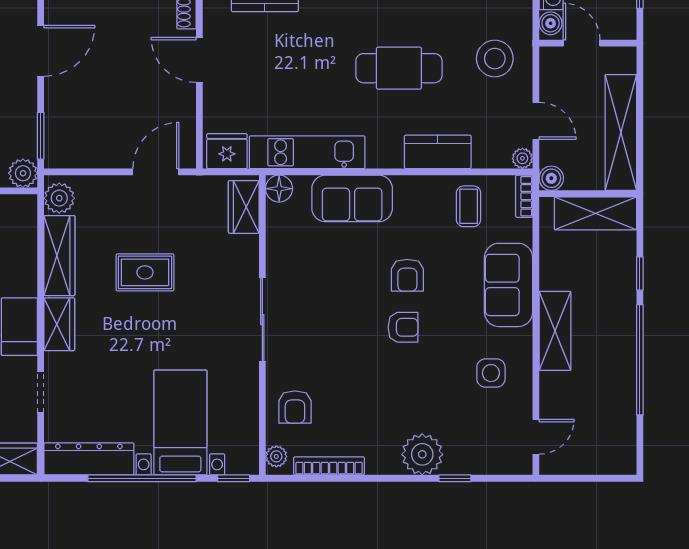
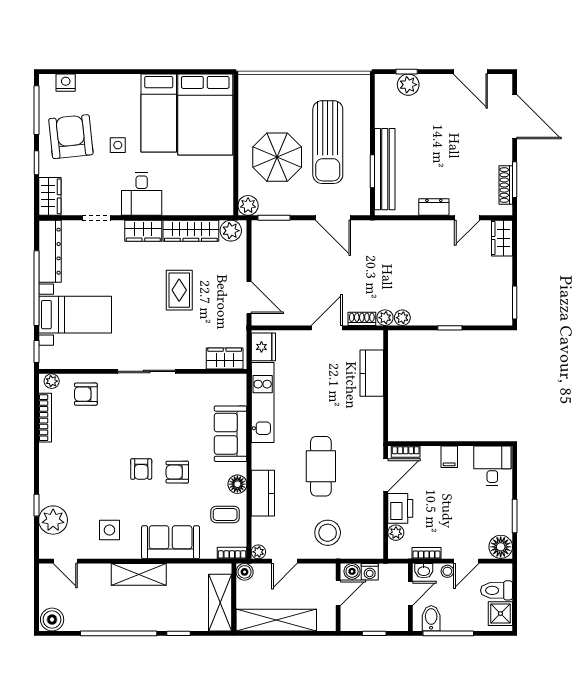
floor lamp: (279, 189) -> (237, 484), moved
plant: (422, 454) -> (53, 520), moved
boiler: (620, 456) -> (52, 620), added

